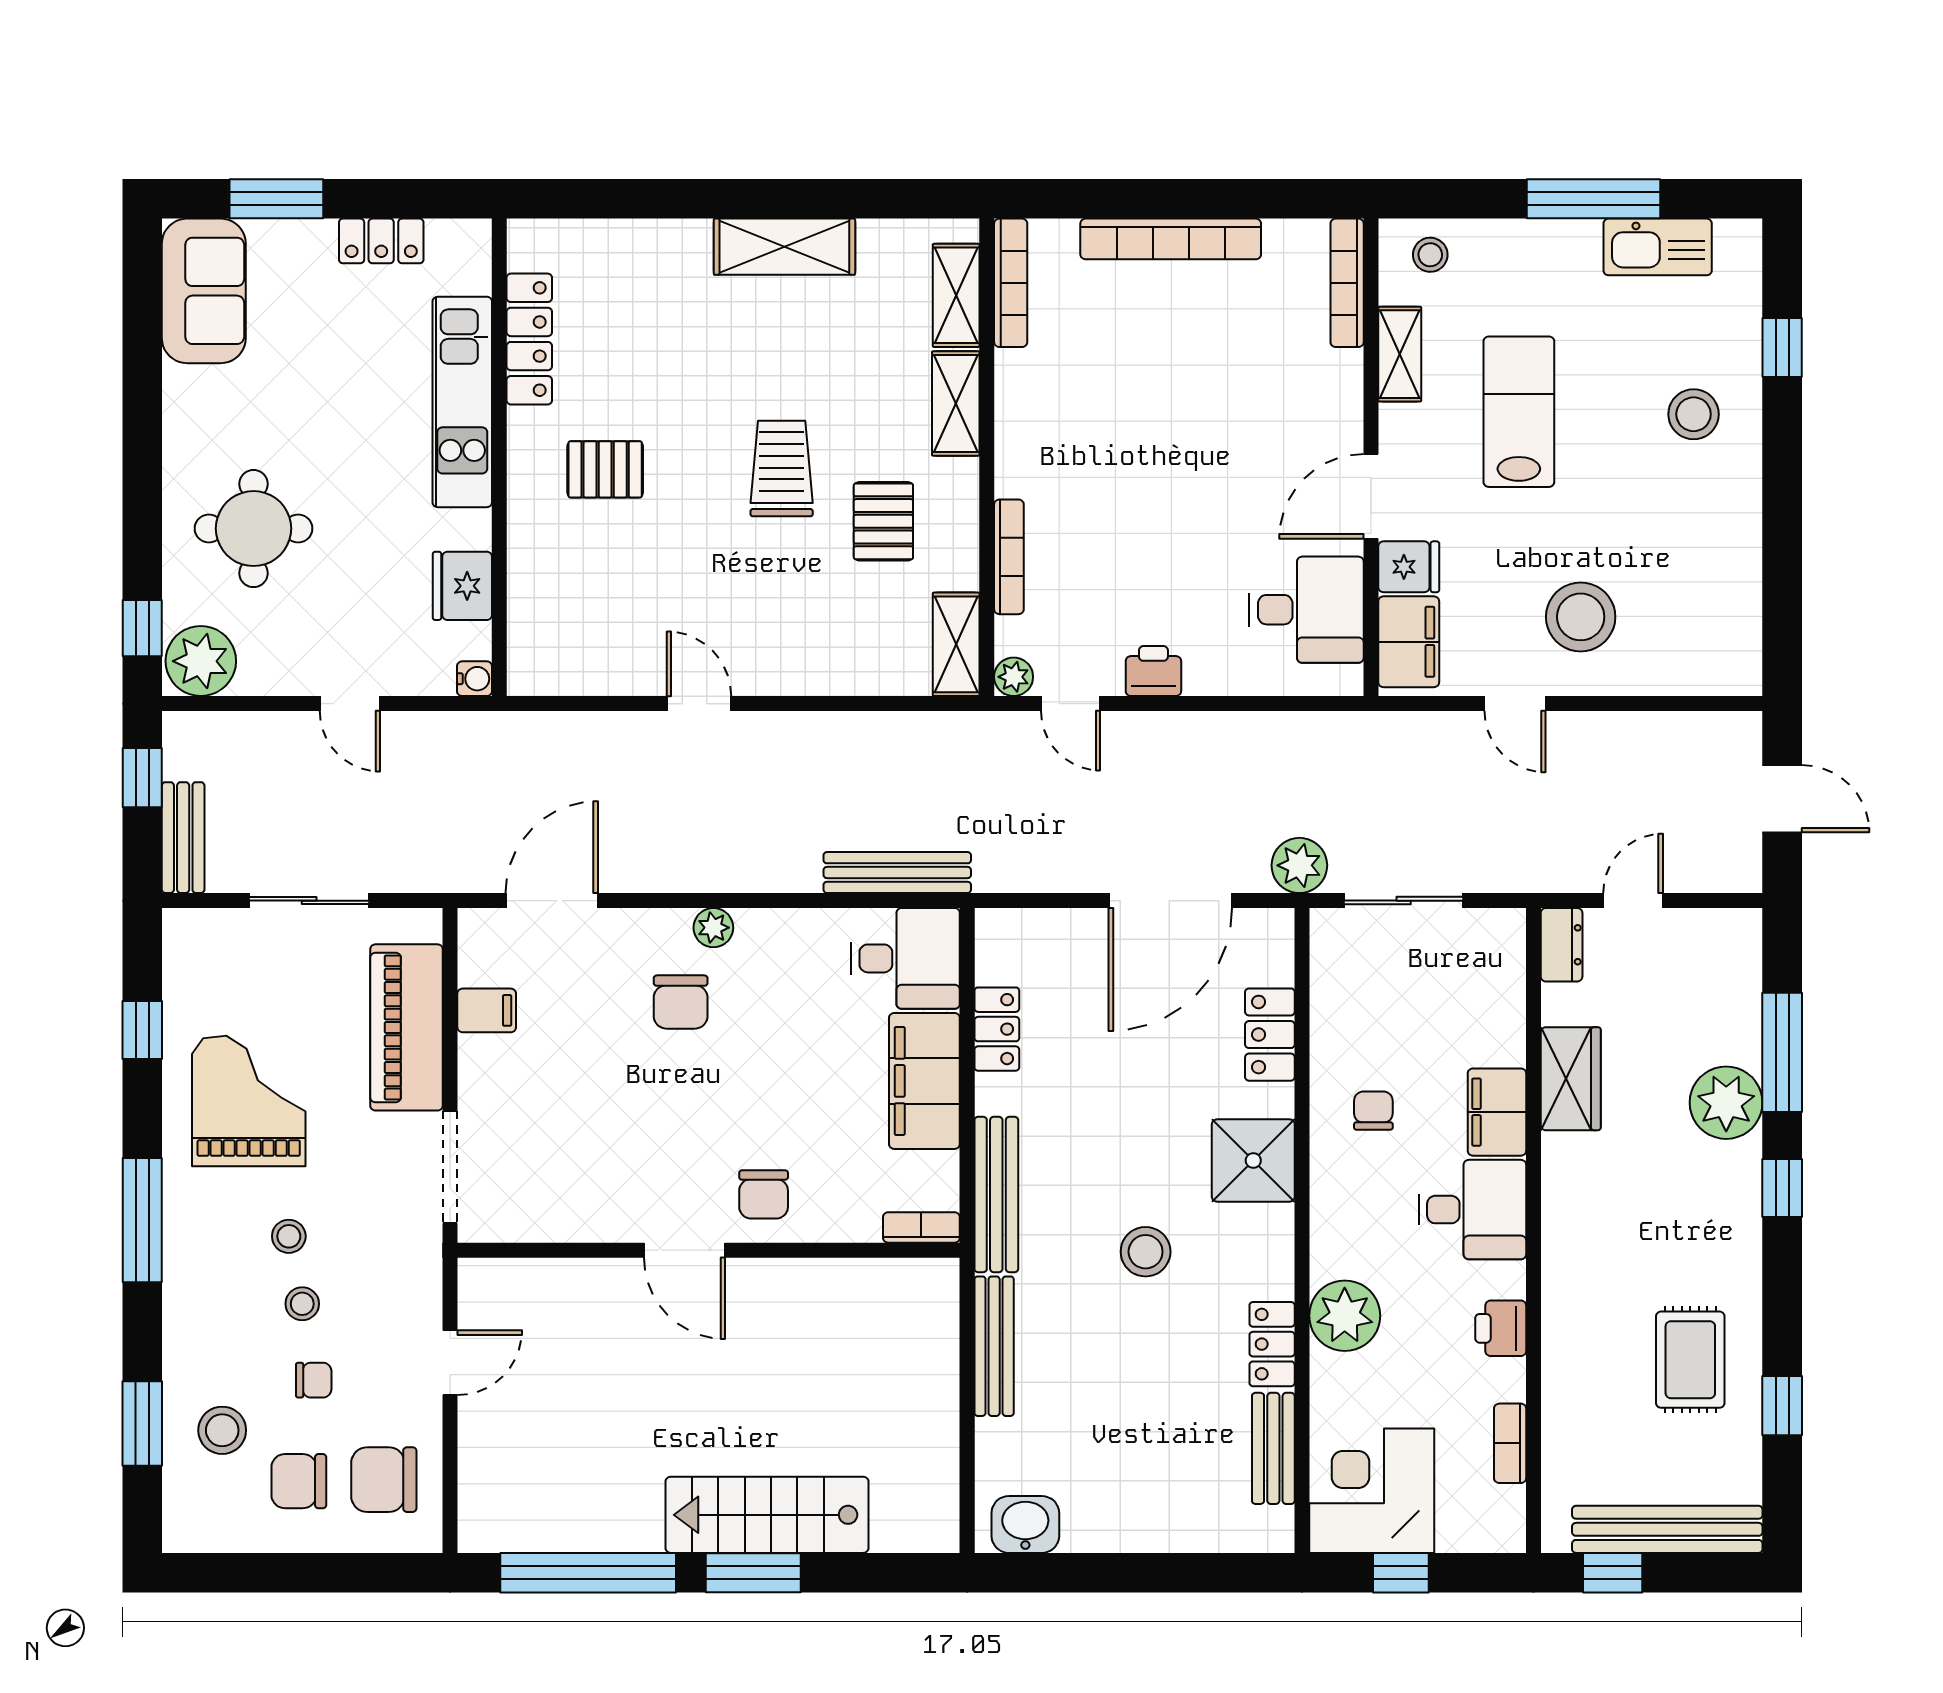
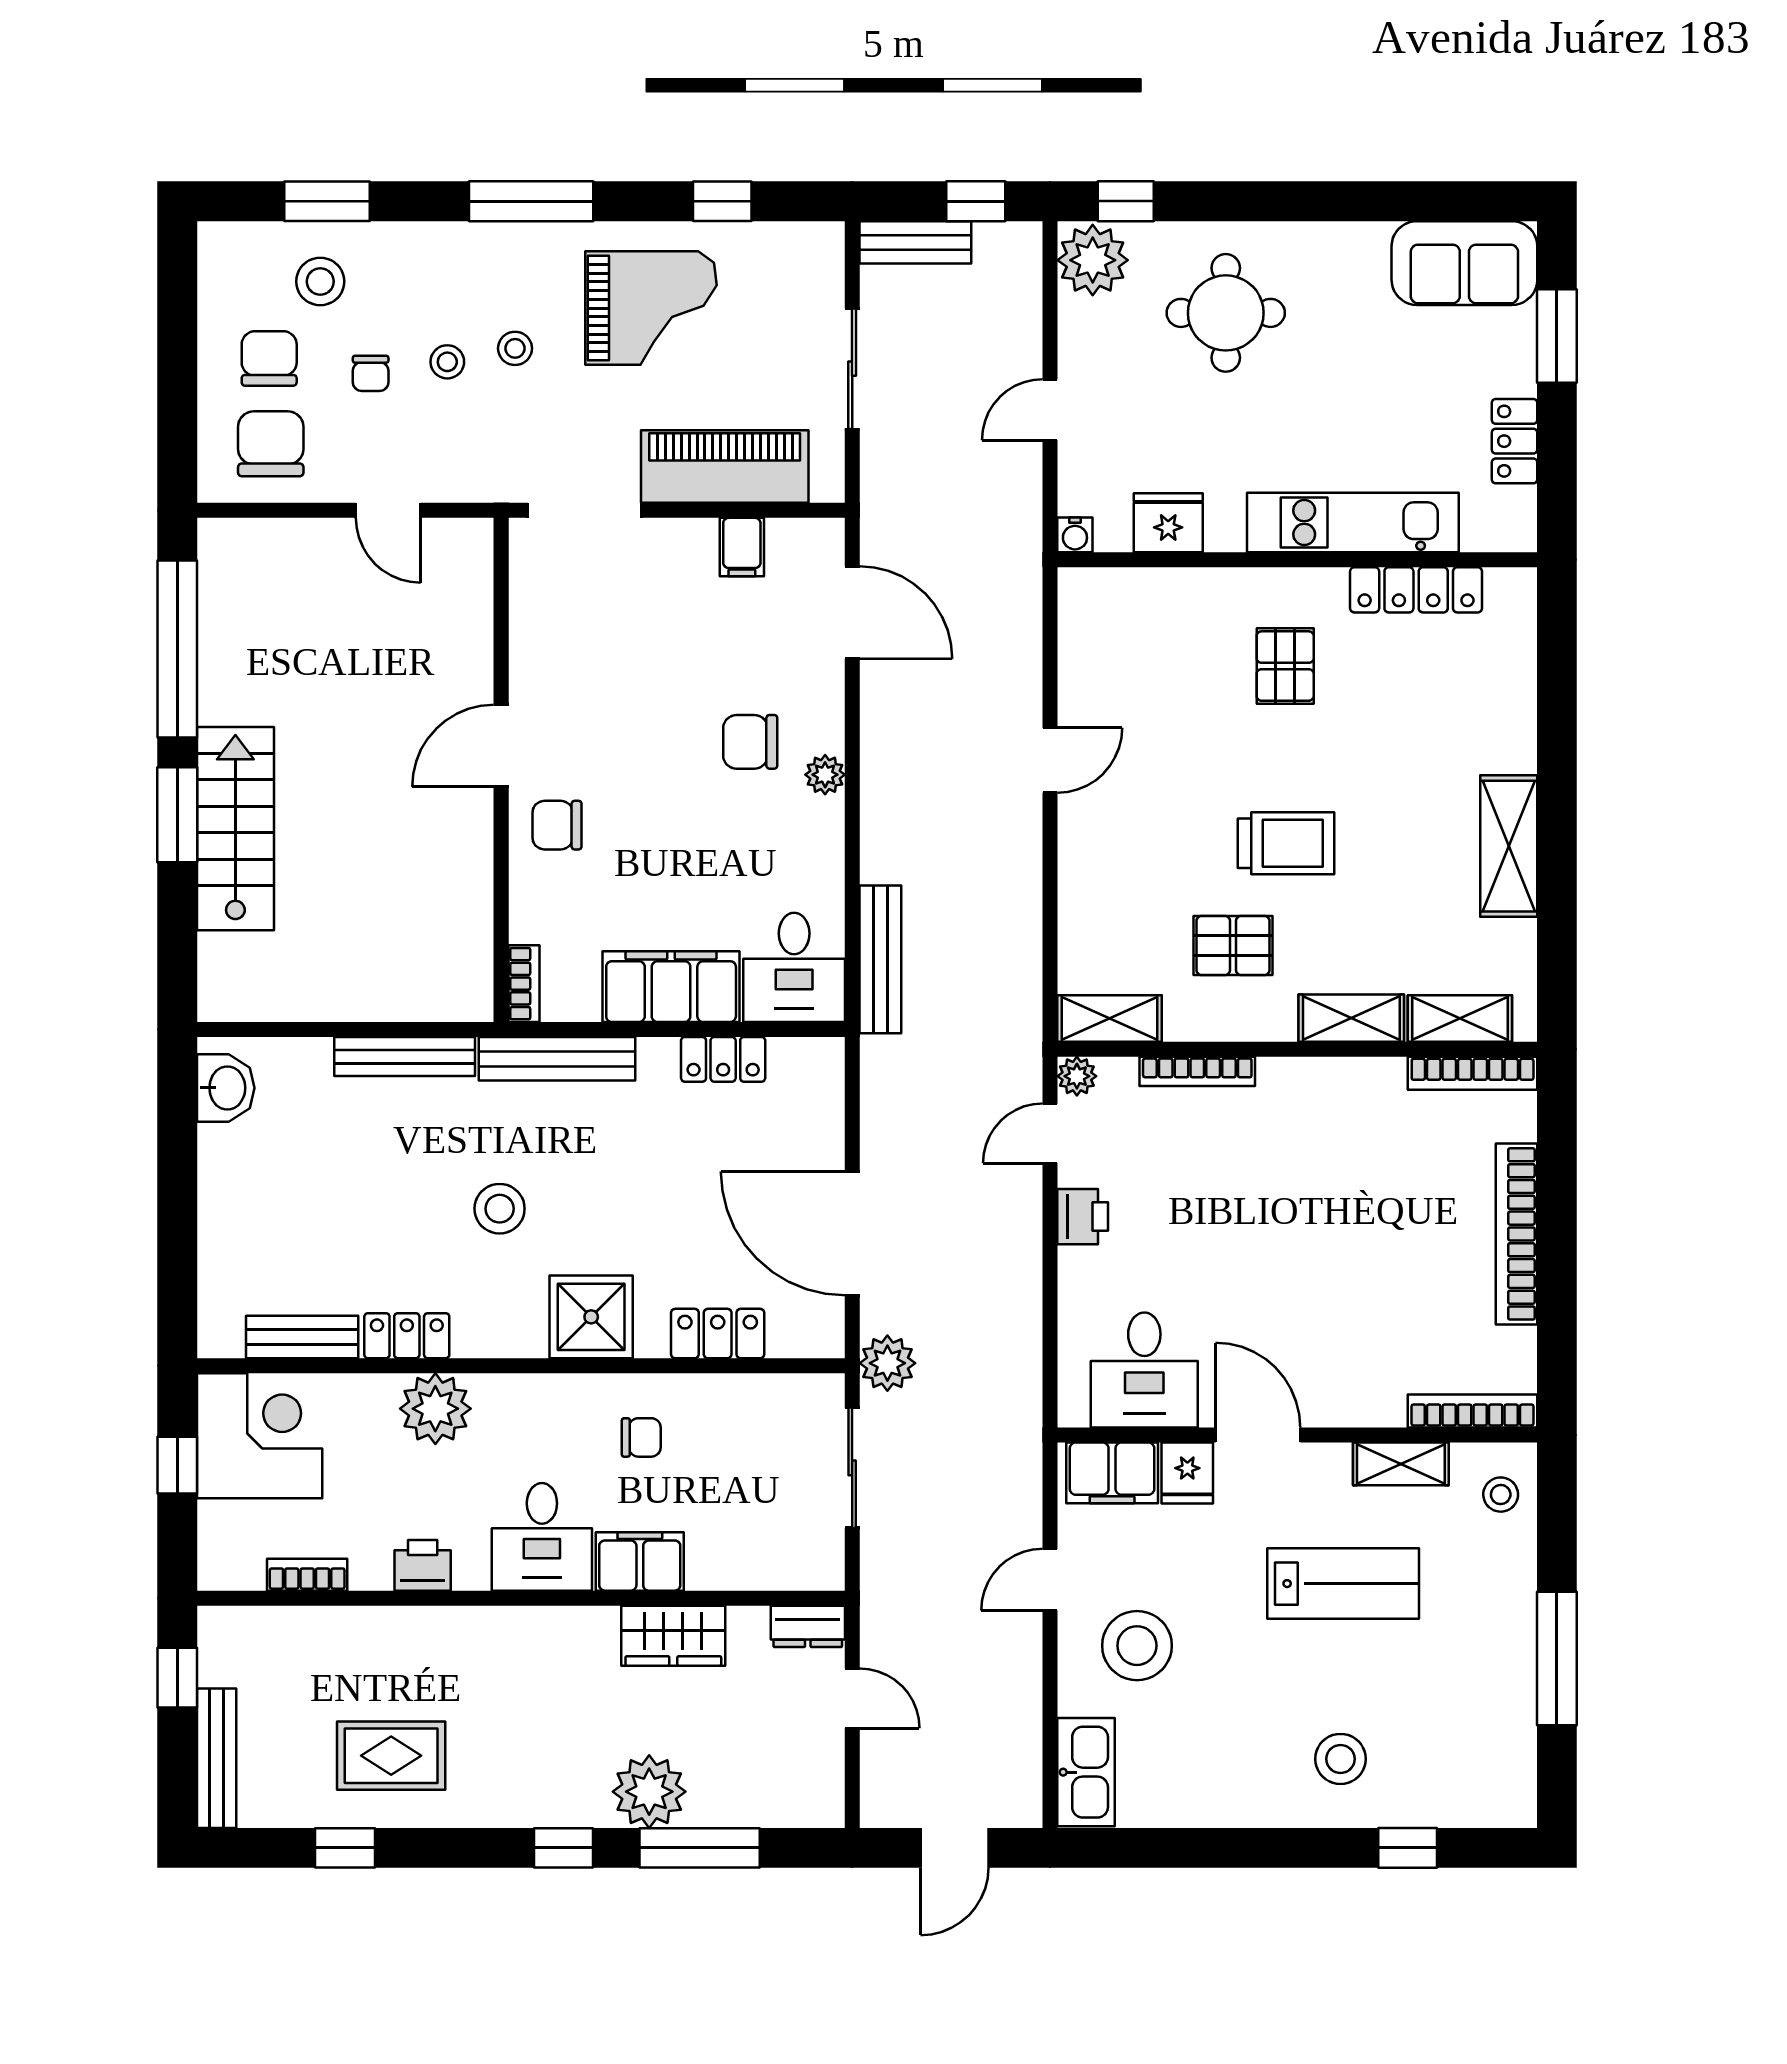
kitchen sink: (1658, 247) -> (1086, 1772), moved, turned 180
bench: (1667, 1529) -> (217, 1758), width x0.73, depth x0.82

